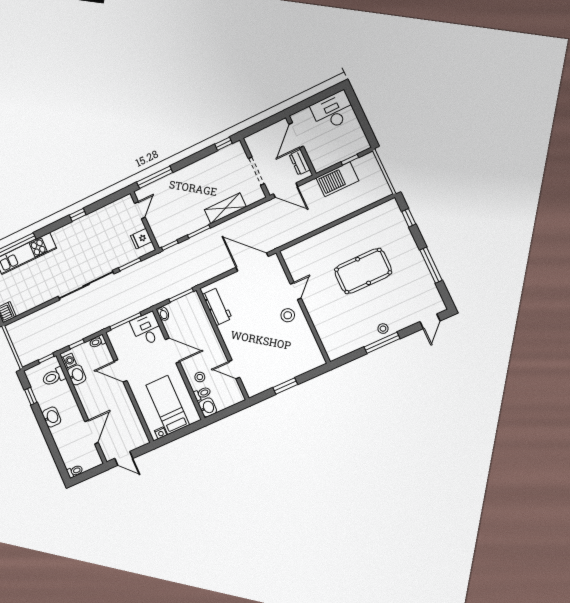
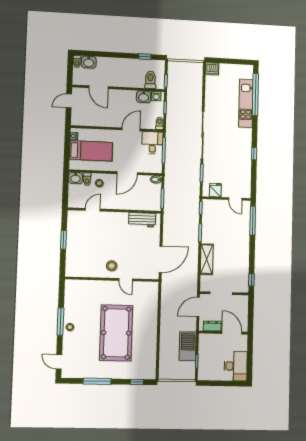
pool table: (363, 271) -> (116, 333), width x1.36, depth x1.32
desk: (147, 329) -> (152, 143), moved, turned -90
washbasin: (52, 417) -> (89, 62), moved

